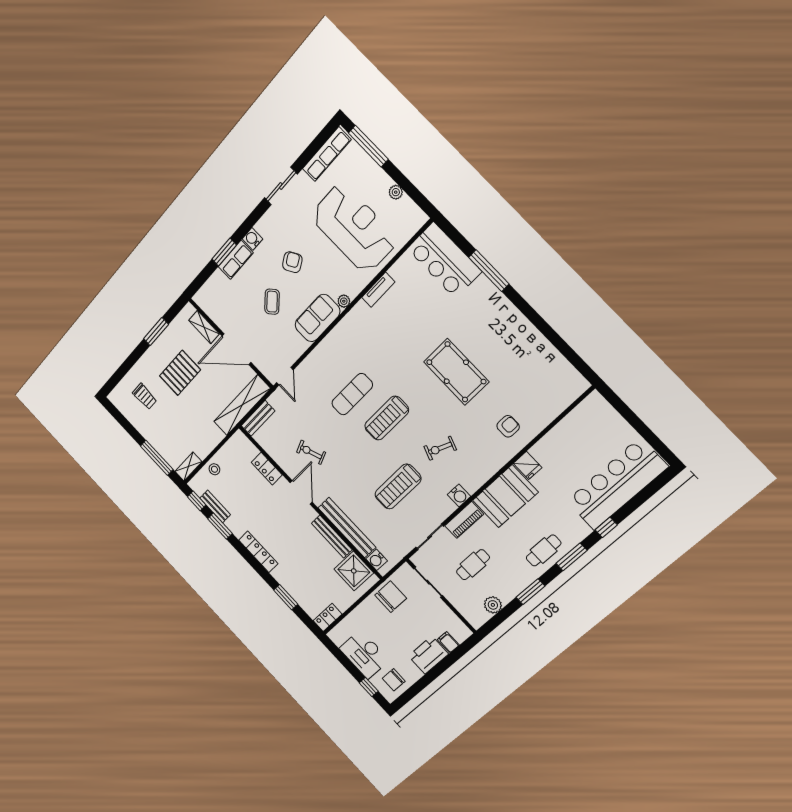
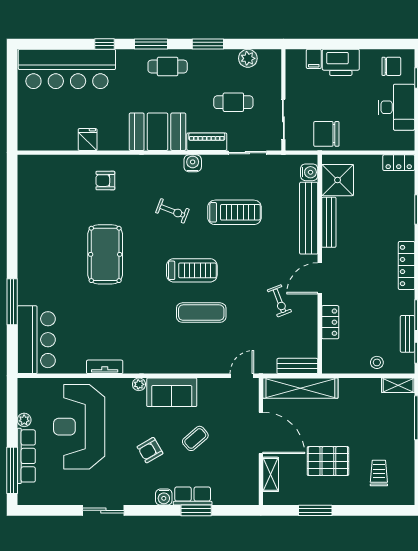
row of seats: (327, 154) -> (26, 456), moved, turned 90
fridge: (527, 465) -> (88, 140), moved

